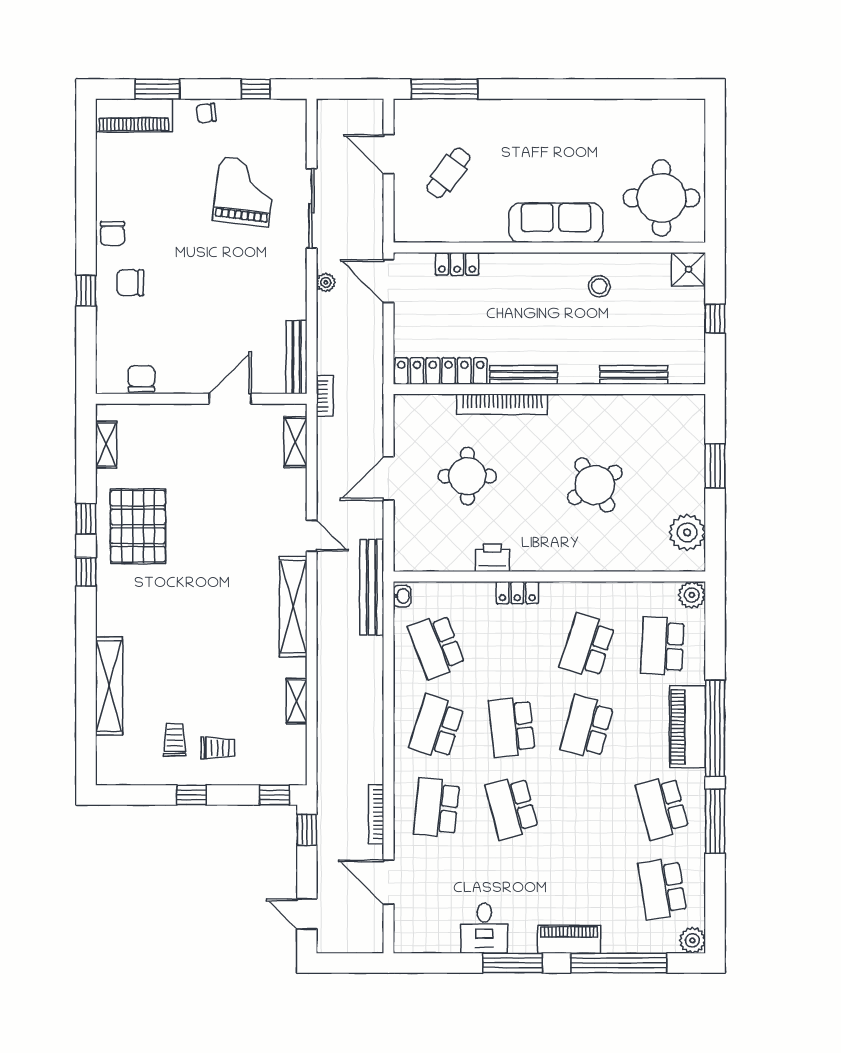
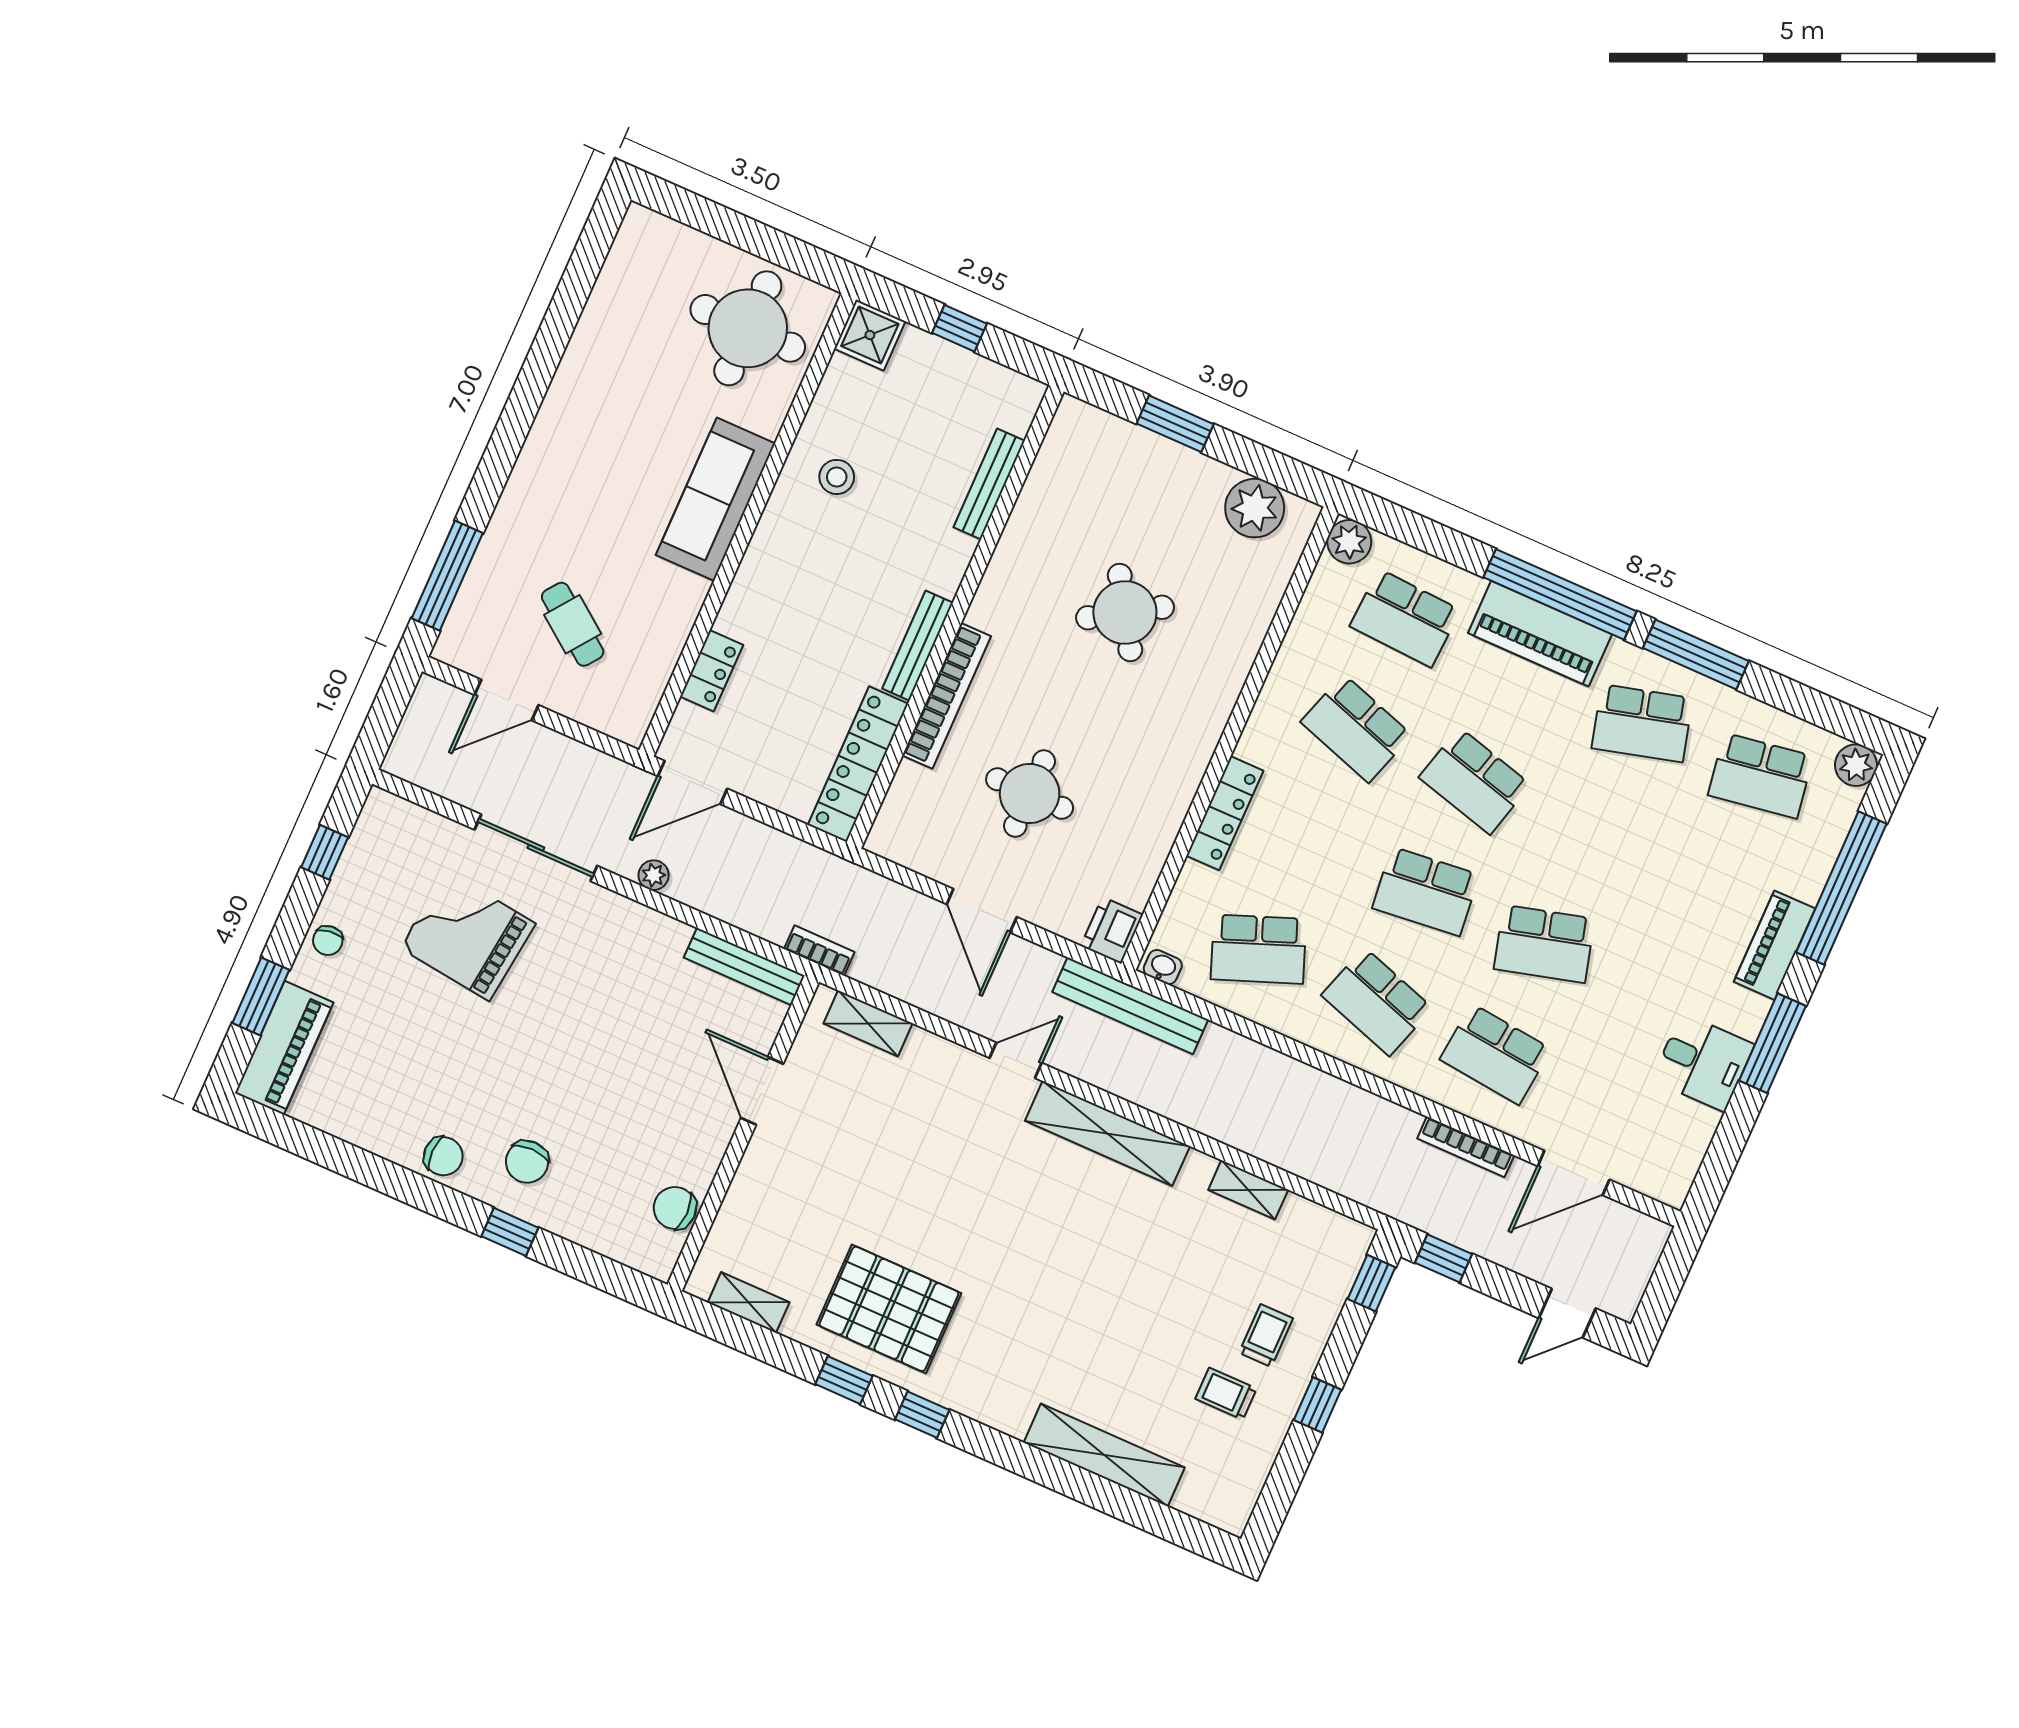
printer: (492, 558) -> (1112, 930), moved
locker: (517, 593) -> (1225, 813), width x1.53

